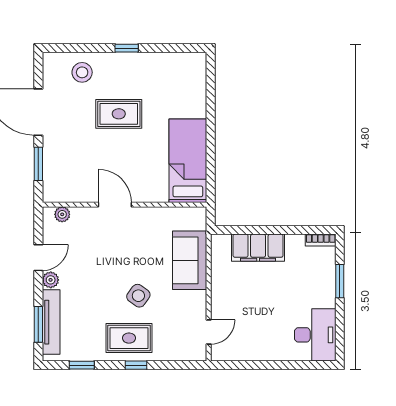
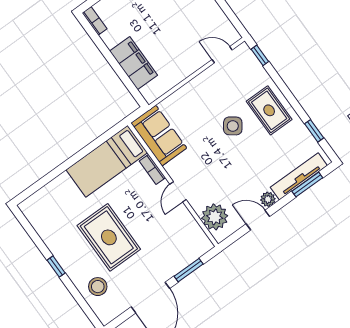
rug: (119, 114) -> (109, 237), width x1.36, depth x1.43
bookcase: (151, 196) -> (152, 169), added
door: (115, 205) -> (178, 192), width x0.73
plant: (62, 214) -> (215, 217), width x1.88, depth x1.88
sofa: (190, 260) -> (159, 136), moved, turned -90
window: (136, 365) -> (260, 55), moved

